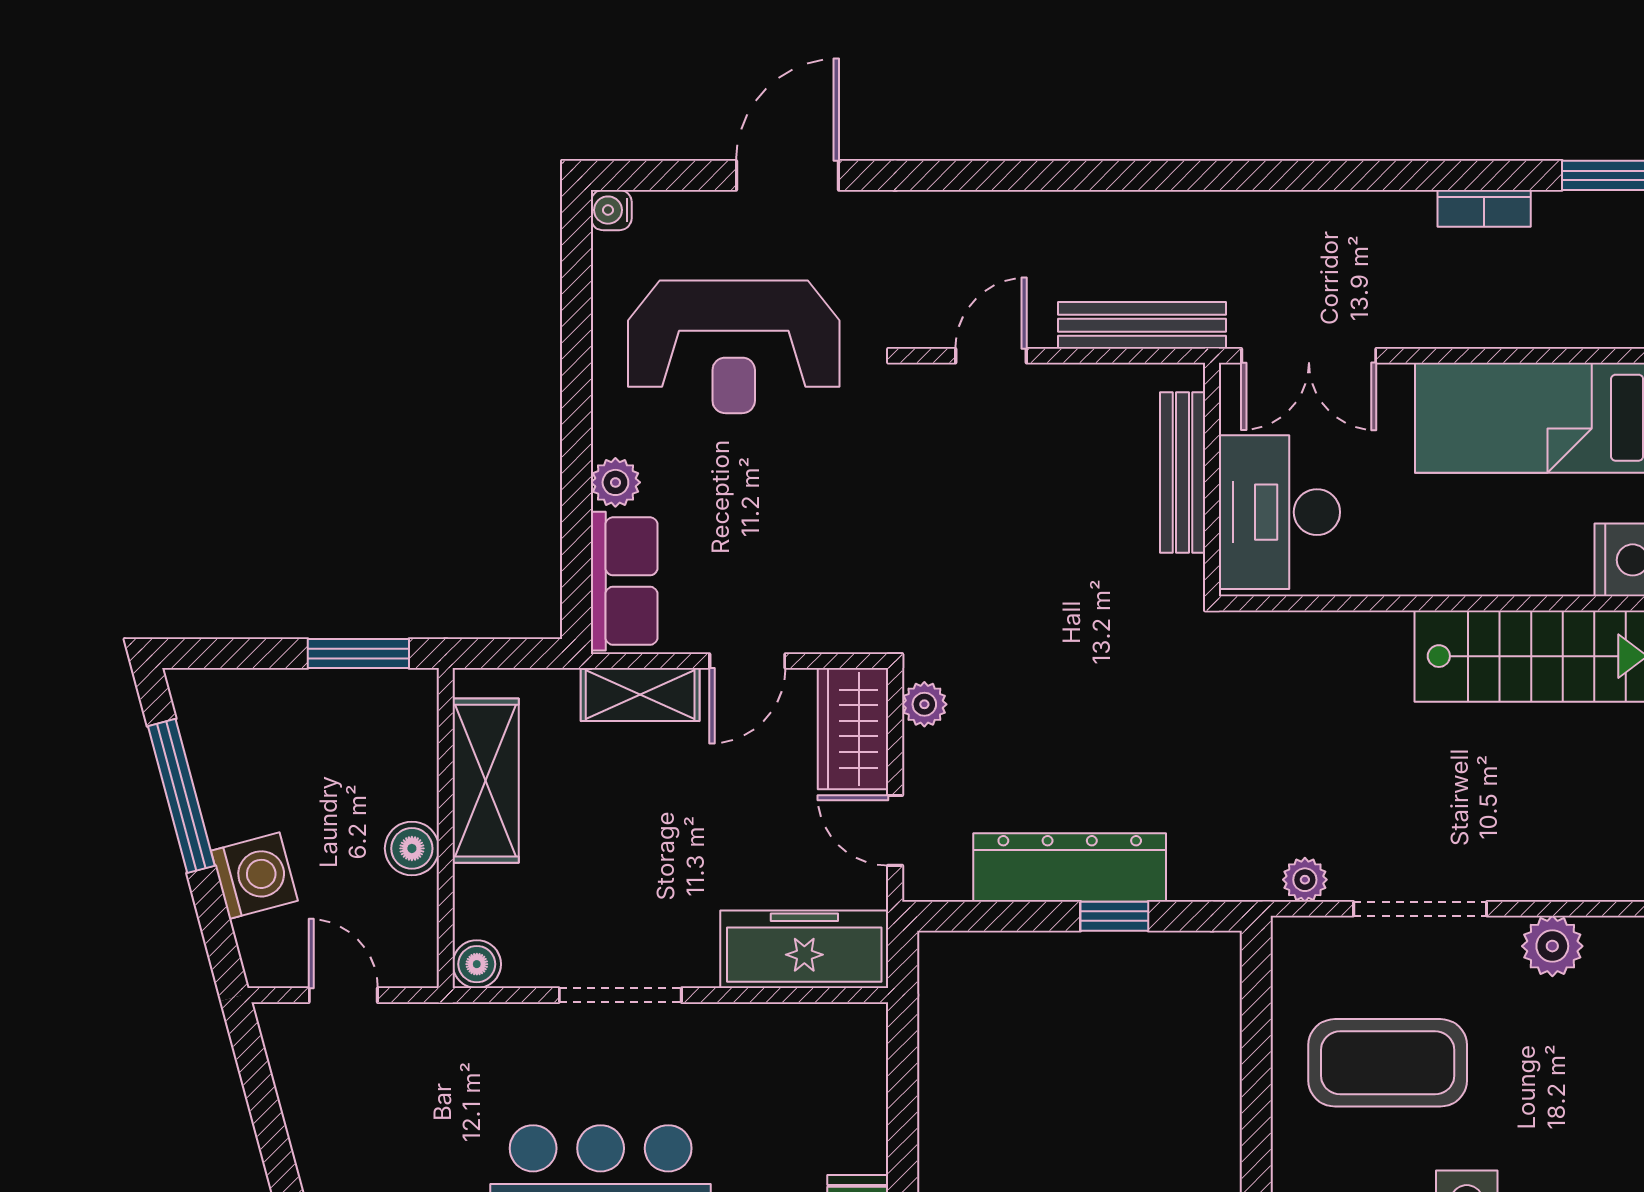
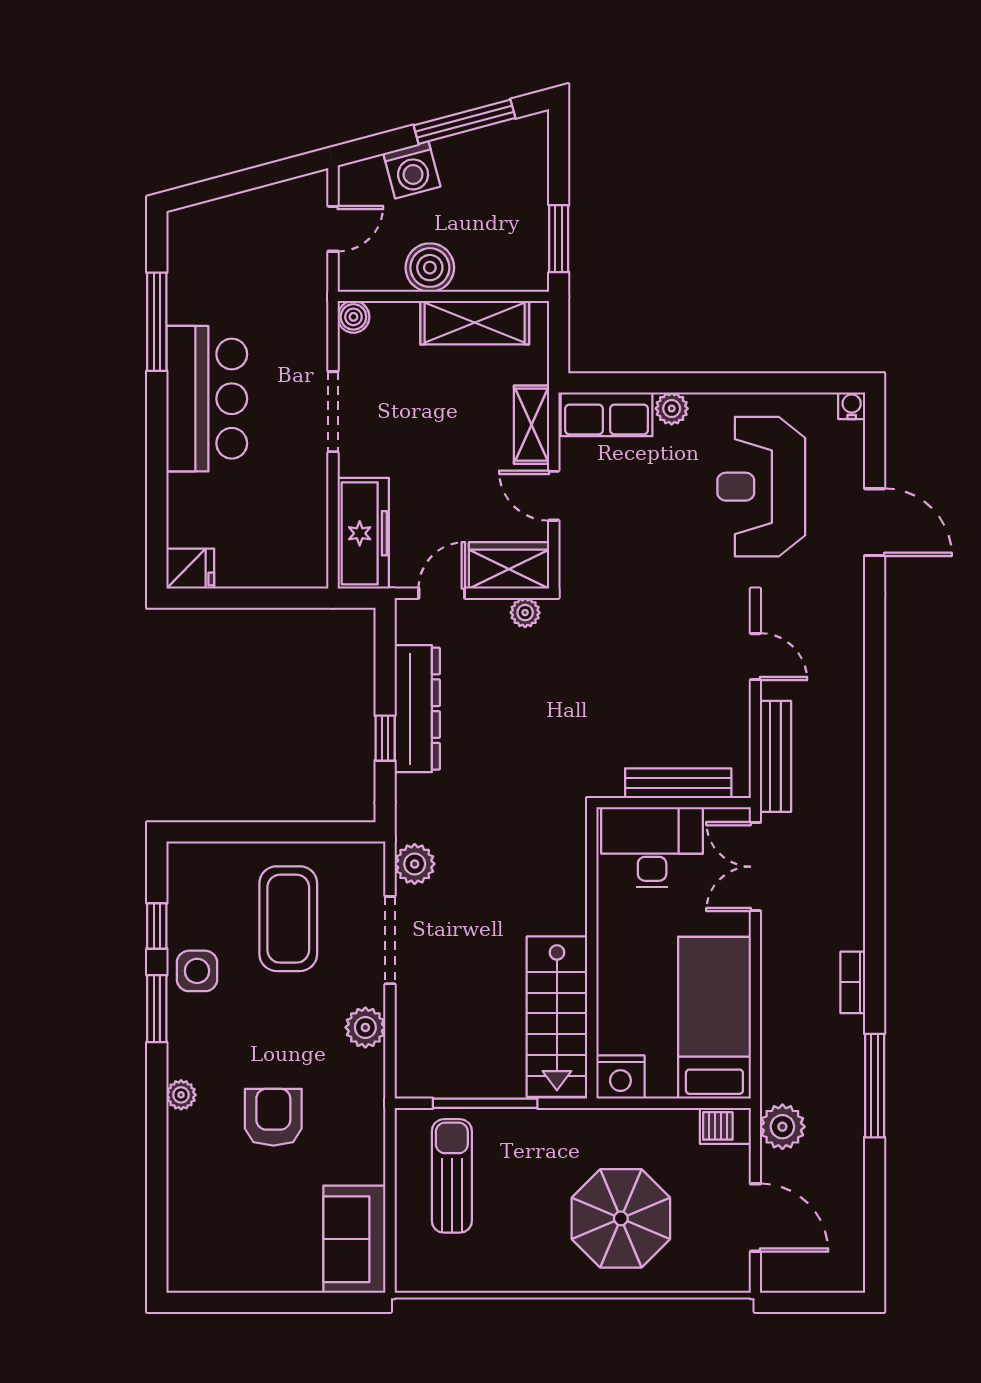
boiler: (412, 848) -> (430, 268), width x1.36, depth x1.36
plant: (1305, 880) -> (415, 864), width x1.38, depth x1.38

